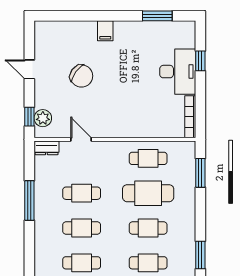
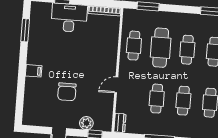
chair: (81, 76) -> (67, 92), turned 144
plant: (43, 118) -> (86, 123), moved
door: (81, 139) -> (116, 85), moved

